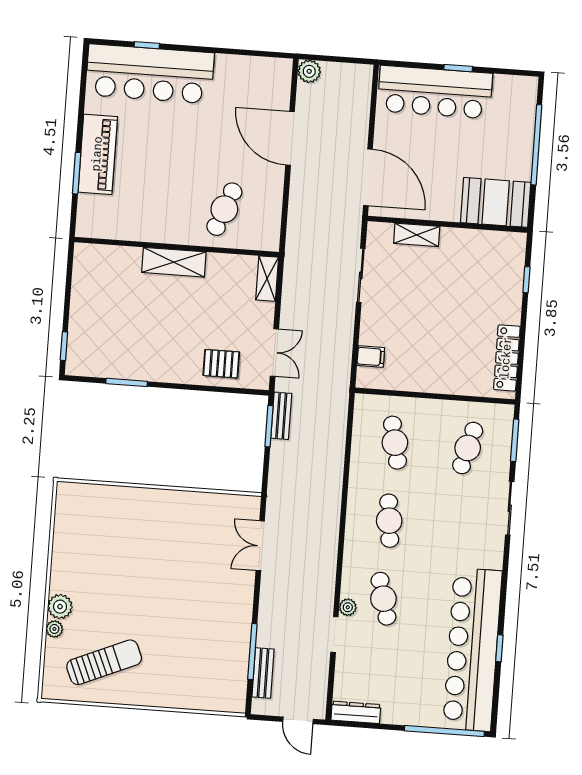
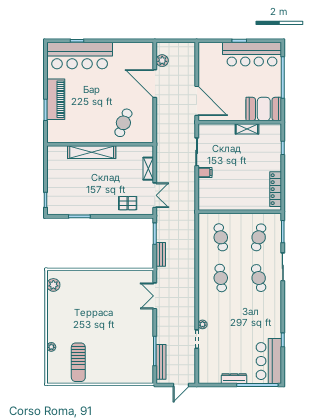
plant: (309, 71) -> (162, 61), moved
bar counter: (435, 92) -> (252, 54), moved
shelving: (417, 235) -> (247, 129), moved
shelving: (174, 262) -> (92, 152), width x1.47
shelving: (267, 279) -> (148, 169), moved
filing cabinet: (371, 357) -> (205, 172), moved
bench: (281, 416) -> (161, 254), moved
cafe table: (383, 599) -> (259, 278), moved
plant: (60, 607) -> (53, 285), moved
bar counter: (472, 650) -> (269, 361), width x0.54
sun lounger: (104, 662) -> (78, 362), turned 113
bench: (263, 673) -> (161, 362), width x1.36
dresser: (356, 712) -> (234, 379), moved
door: (298, 720) -> (181, 385), hinge flipped

